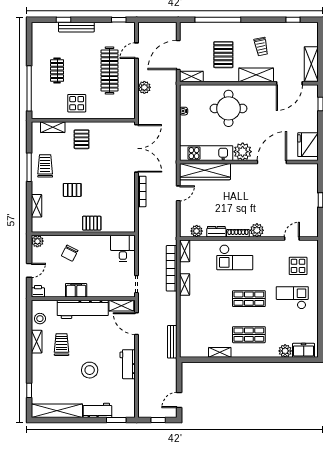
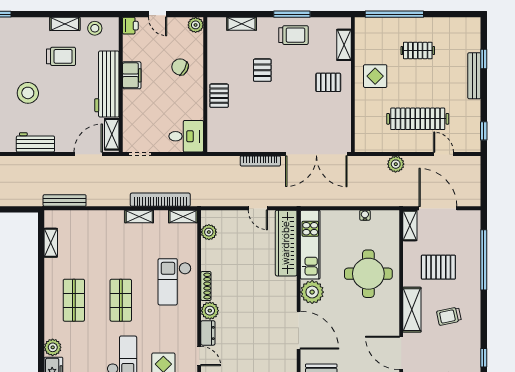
dresser: (216, 232) -> (208, 333), moved
shelving: (220, 352) -> (51, 243), moved

